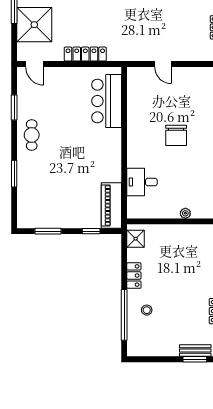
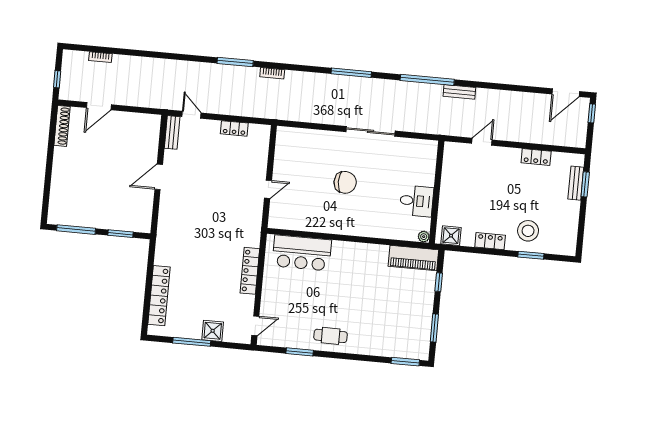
shower: (34, 25) -> (213, 331), width x0.54, depth x0.54
window: (14, 174) -> (405, 362), moved
desk: (142, 182) -> (417, 201), moved, turned -90
plant: (185, 213) -> (424, 237), moved
stool: (147, 310) -> (528, 231), width x1.89, depth x1.89
window: (124, 315) -> (531, 255), width x0.47

